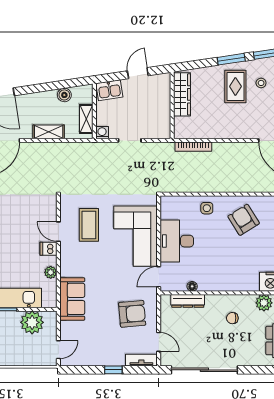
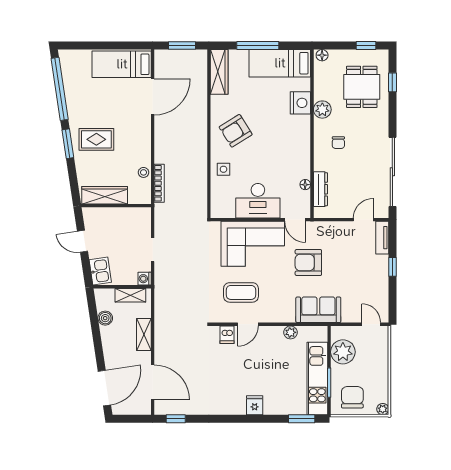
stool: (261, 83) -> (144, 172), moved
dishwasher: (48, 249) -> (227, 335), moved
armchair: (132, 314) -> (308, 262), moved, turned -85

